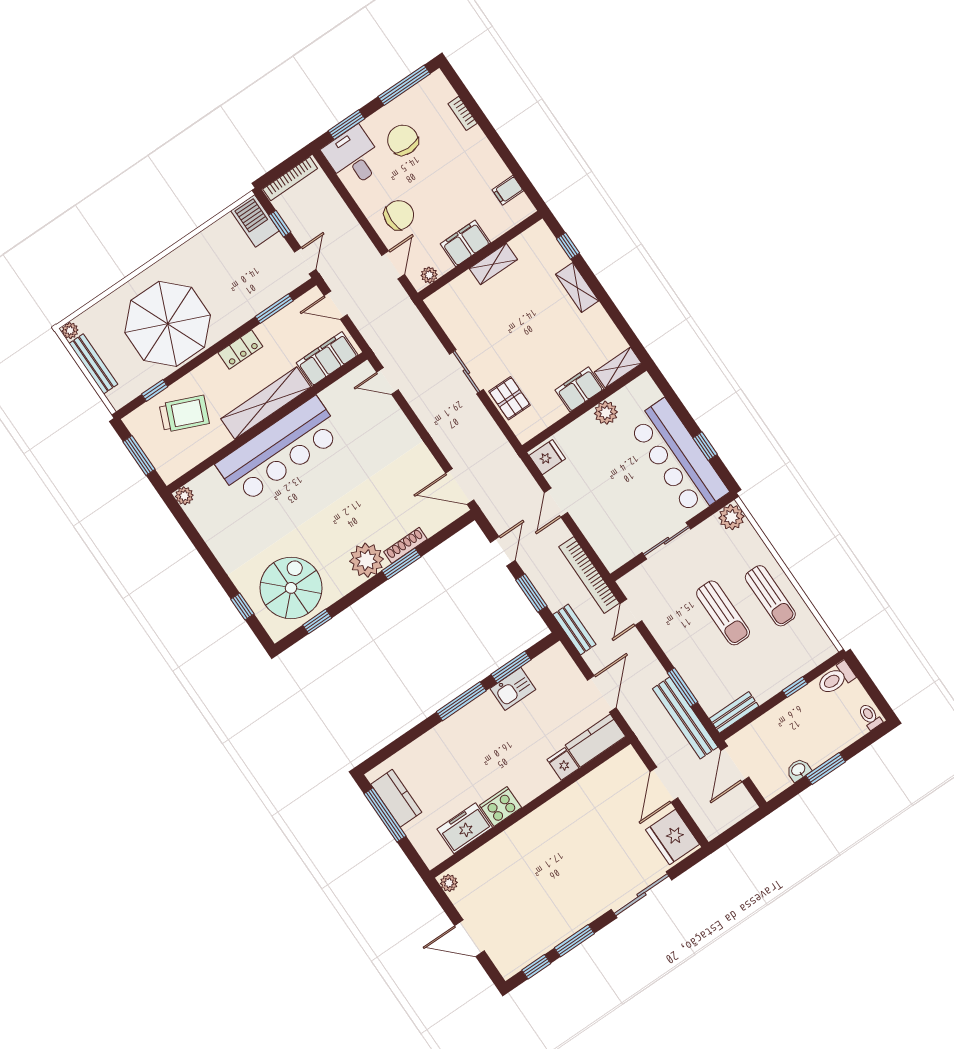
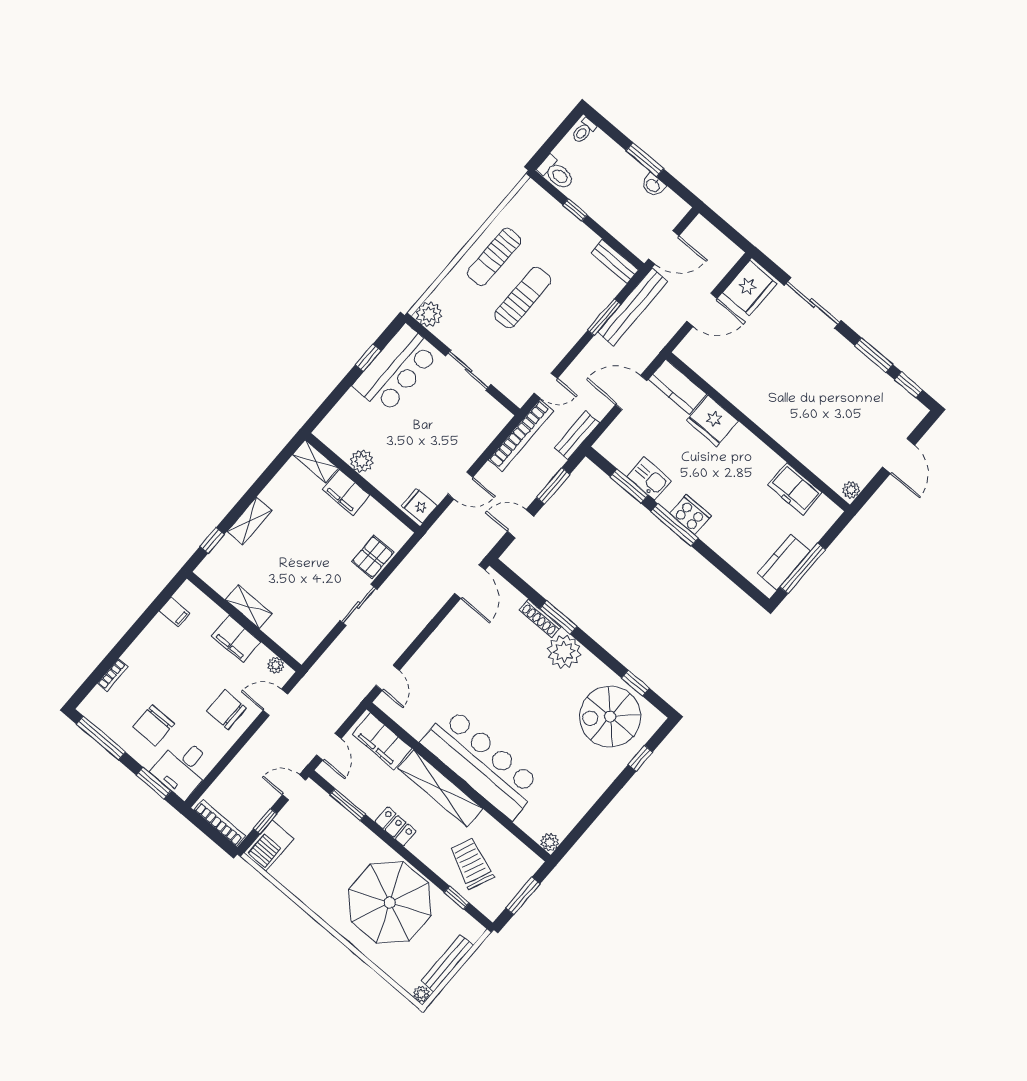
bar counter: (678, 458) -> (396, 369), width x0.73
sun lounger: (770, 596) -> (494, 257), turned 180
fridge: (563, 764) -> (712, 421), width x1.88, depth x1.34
cooker: (501, 806) -> (691, 515), moved, turned 180

